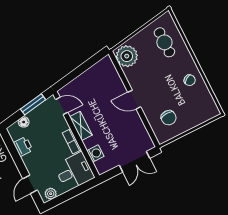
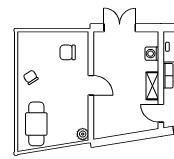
cafe table: (164, 42) -> (36, 124), width x1.37, depth x1.35
plant: (127, 56) -> (83, 134), width x0.53, depth x0.53
chair: (169, 118) -> (68, 52), turned -87

